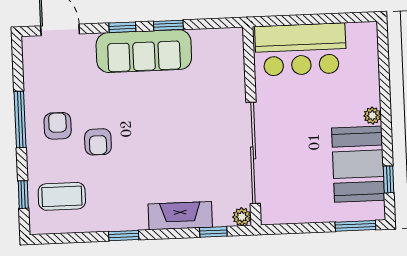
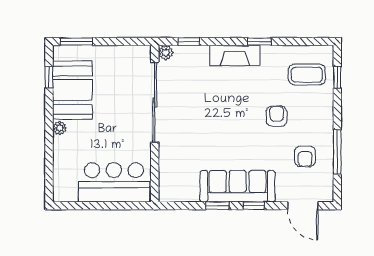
window: (20, 119) -> (337, 152), moved
armchair: (58, 126) -> (305, 156), moved
fireplace: (180, 216) -> (235, 55), moved

